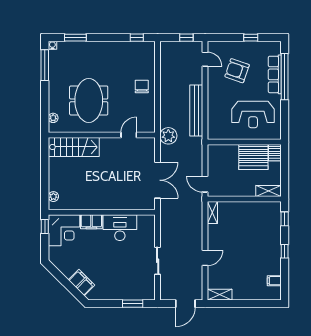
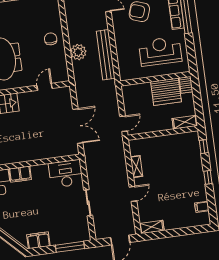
reception desk: (253, 115) -> (160, 51), turned 180
plant: (168, 136) -> (78, 52), moved
door: (205, 184) -> (124, 124), swing flipped
shelving: (212, 213) -> (136, 167), moved
desk: (120, 228) -> (66, 174), moved
filing cabinet: (81, 283) -> (38, 240), moved, turned -45
window: (133, 304) -> (70, 247), width x1.44

